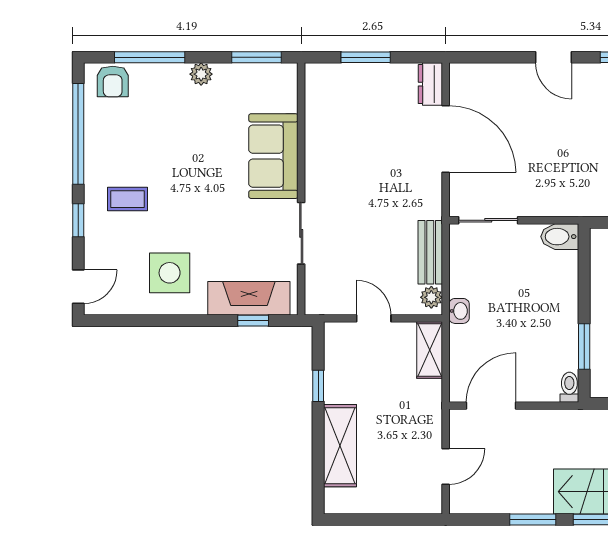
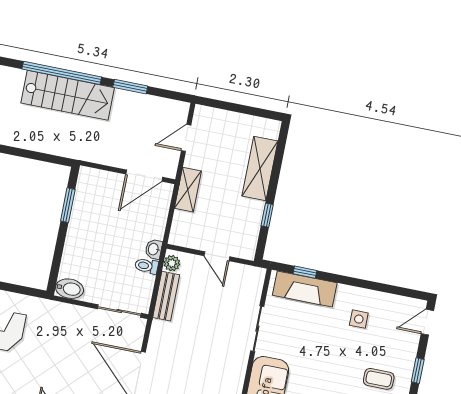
side table: (170, 273) -> (359, 319), width x0.54, depth x0.54
shelving: (430, 350) -> (188, 190), moved
toilet: (569, 387) -> (147, 266), moved, turned 90

